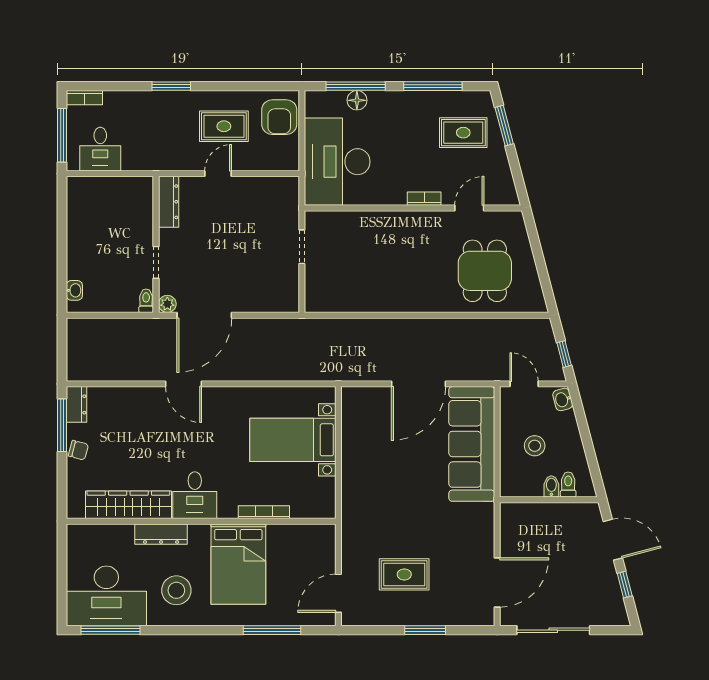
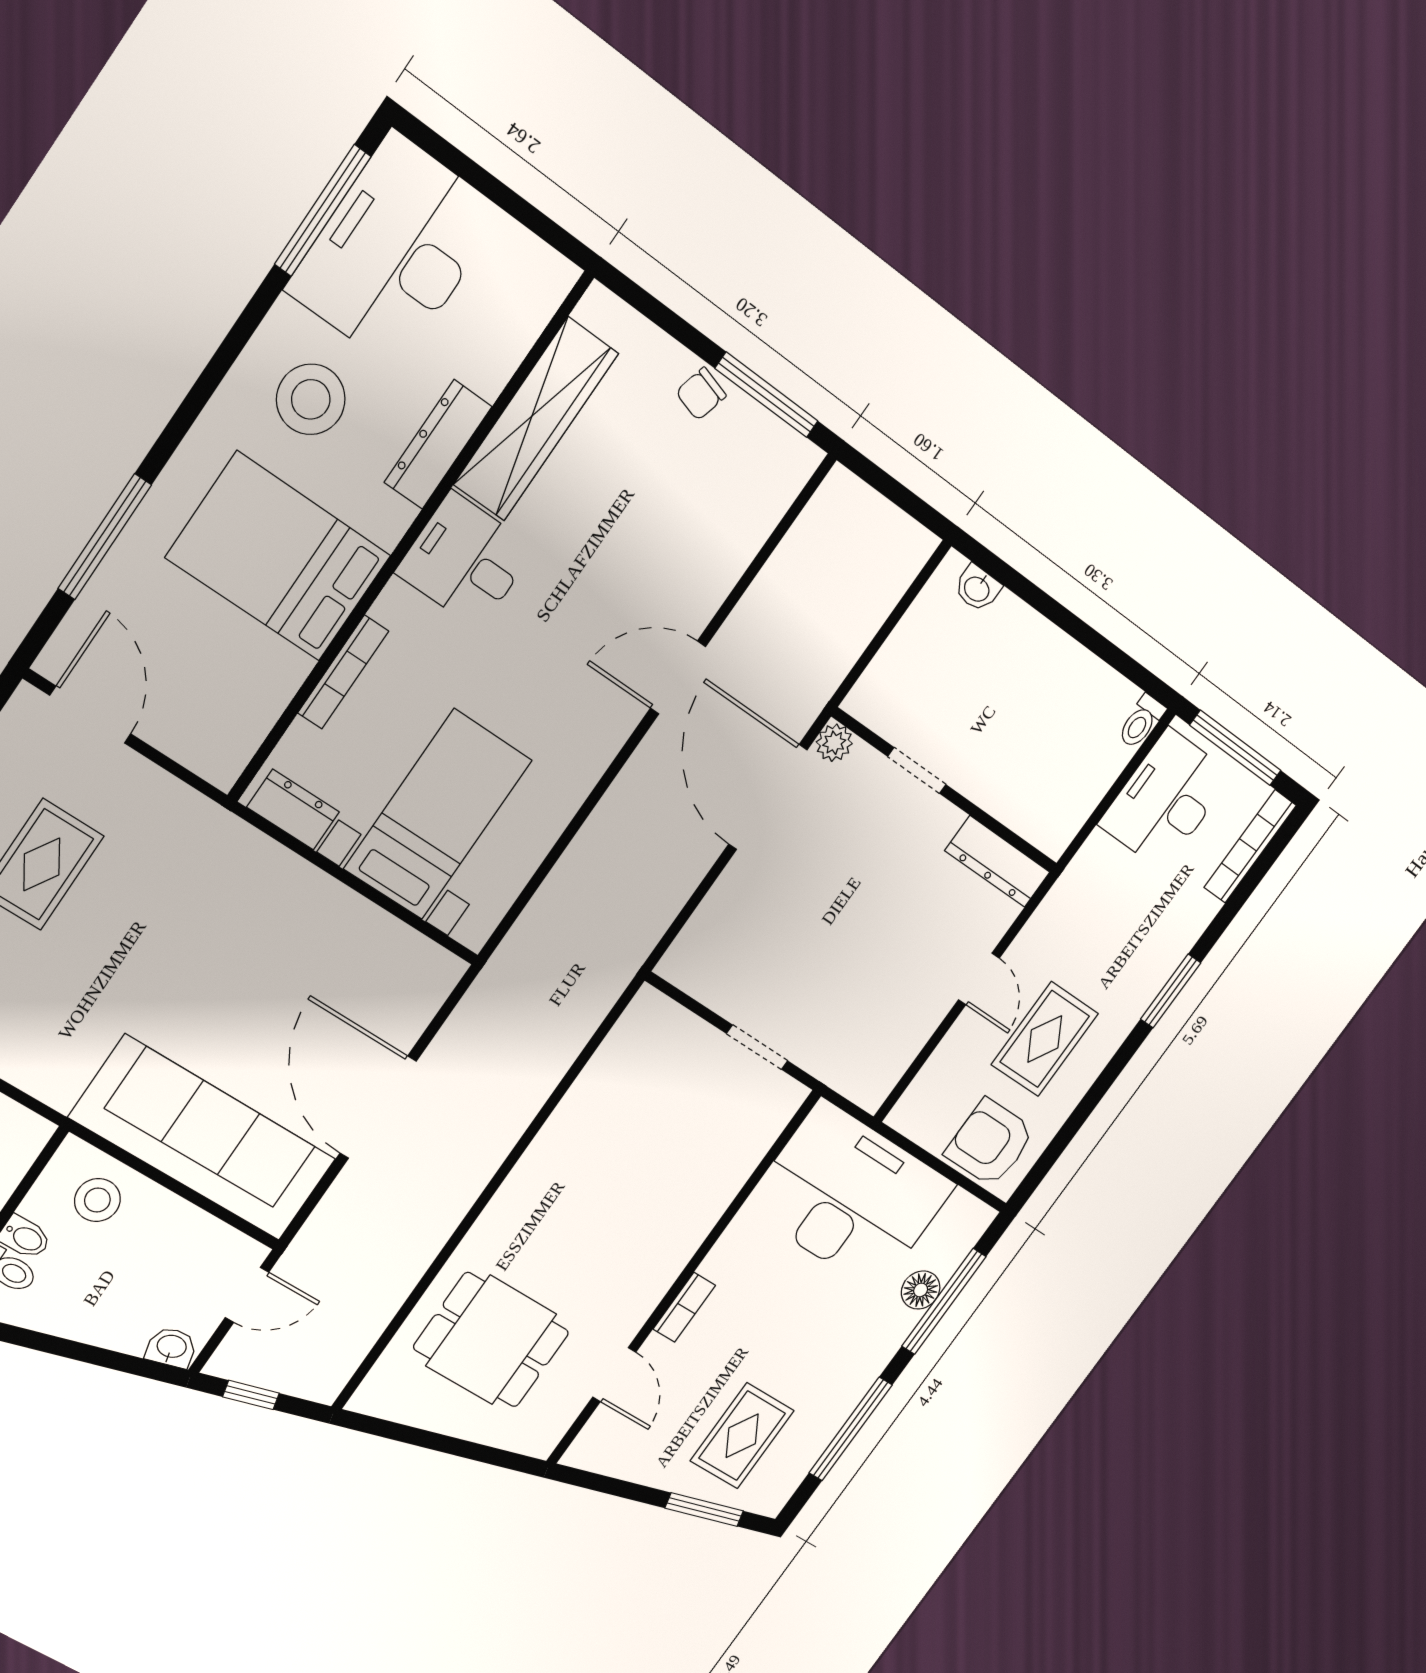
bookcase: (84, 98) -> (1250, 846), width x1.56
desk: (100, 149) -> (1166, 800), width x1.37
toilet: (146, 301) -> (1141, 722), moved, turned 90
dresser: (76, 404) -> (293, 810), moved, turned 180
stool: (535, 446) -> (97, 1200), moved

